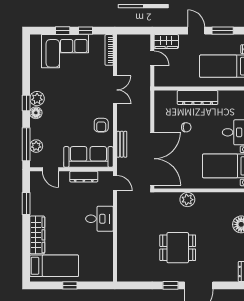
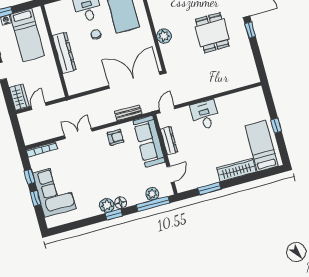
chair: (186, 127) -> (96, 34), moved

